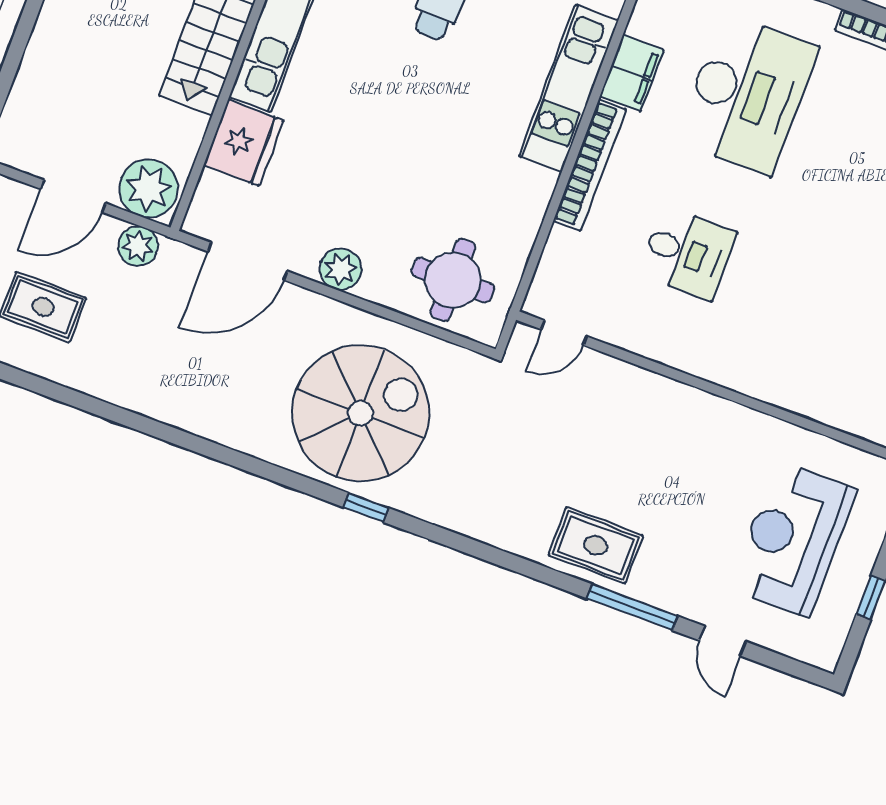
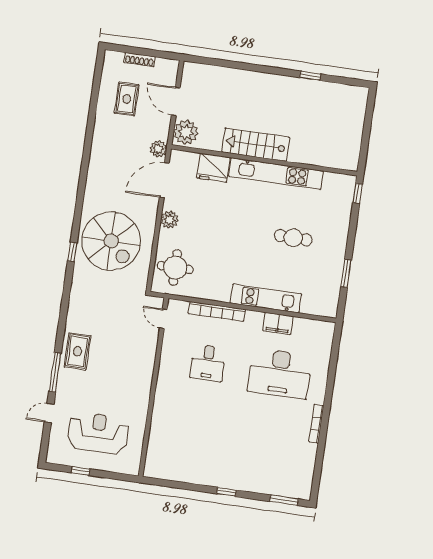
bookcase: (590, 165) -> (217, 311), moved
plant: (138, 246) -> (158, 149), moved
door: (248, 261) -> (164, 180), hinge flipped

